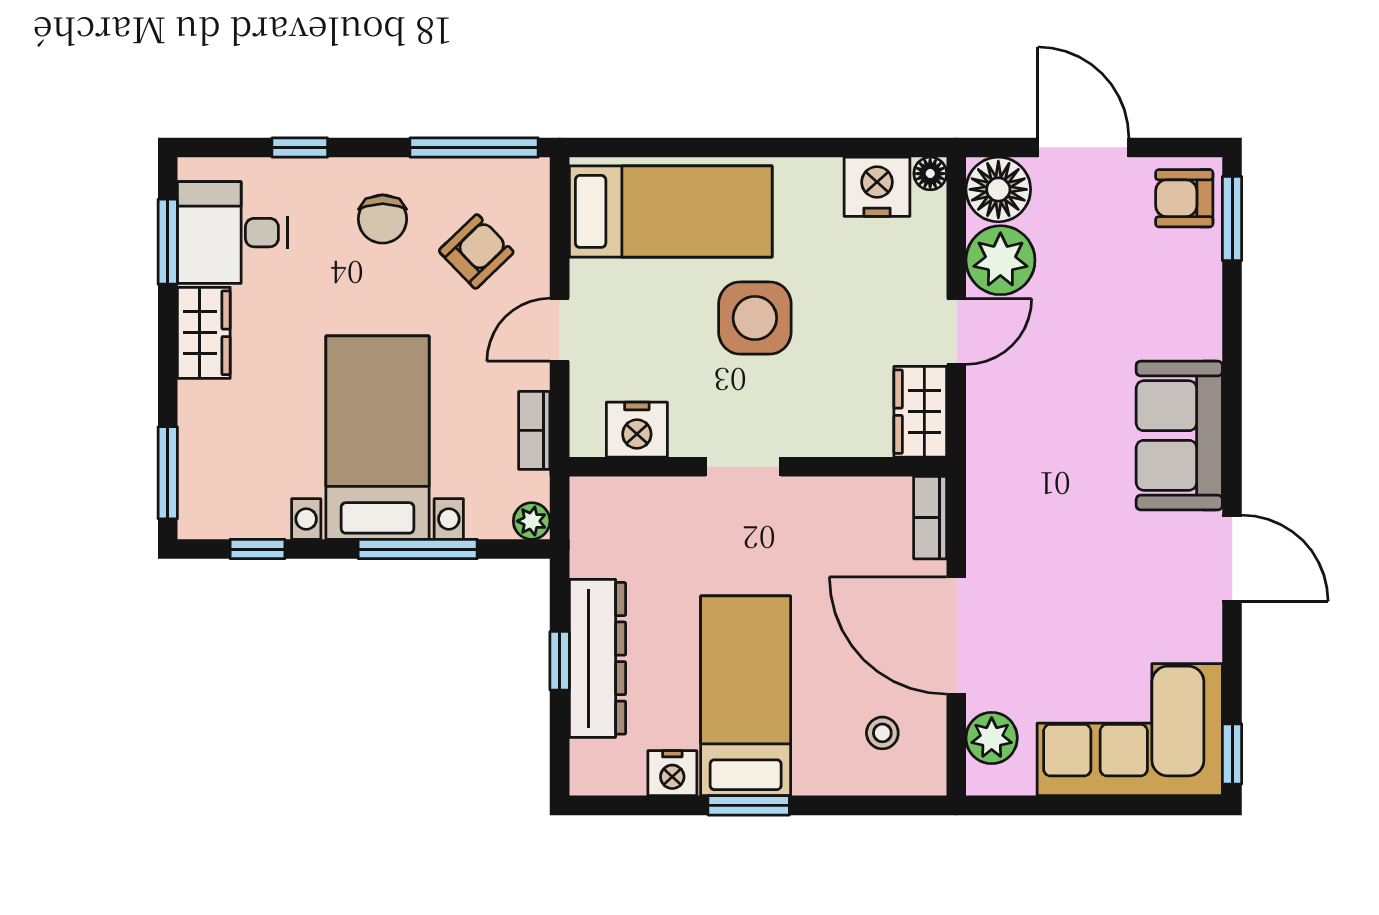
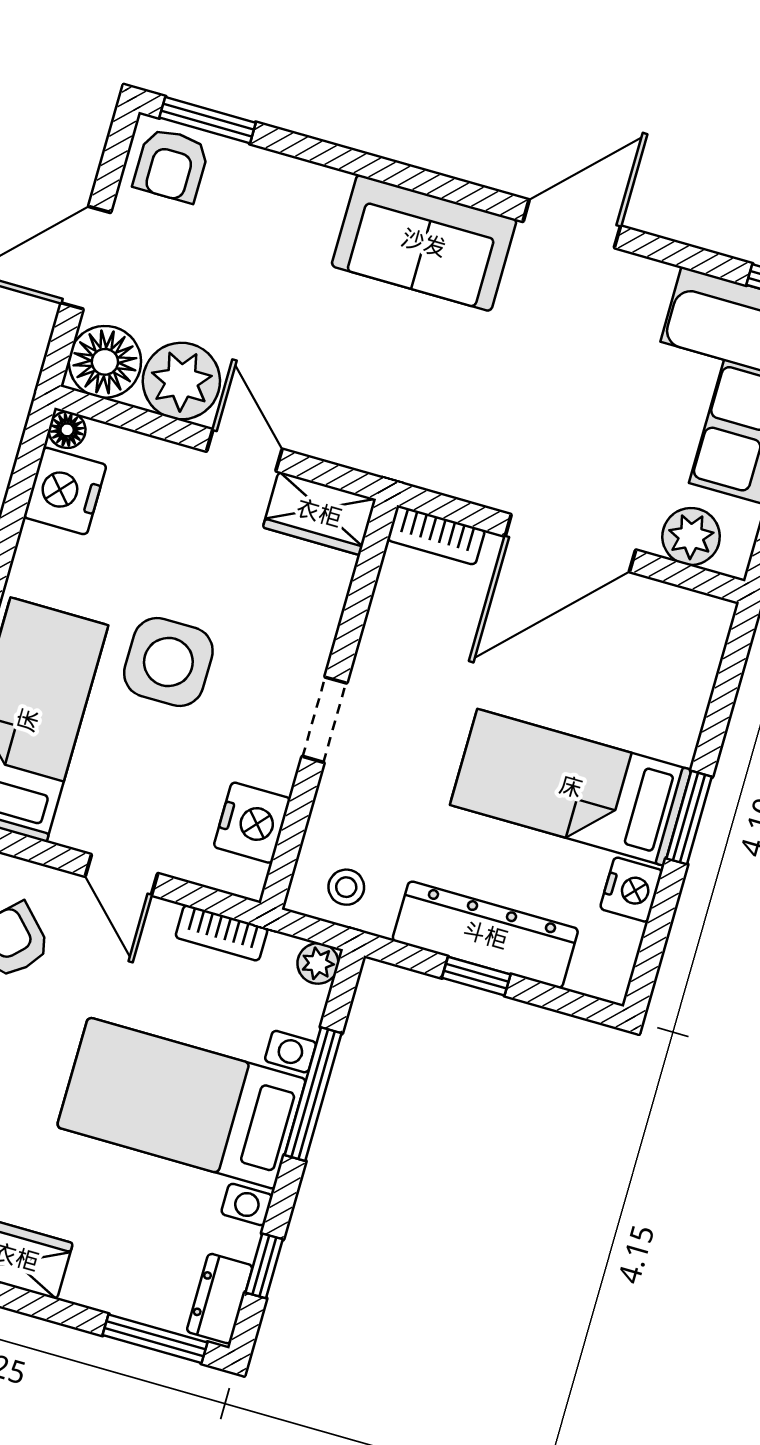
dresser: (218, 519) -> (220, 1299), added
stool: (882, 733) -> (346, 887), moved

